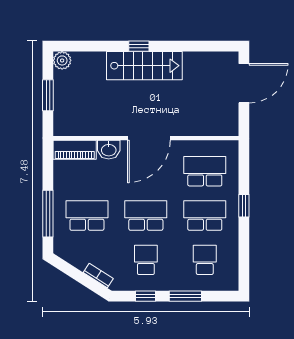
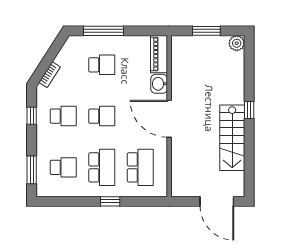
stairs: (144, 66) -> (232, 138), moved
school desk: (87, 216) -> (102, 65), width x0.54
school desk: (146, 216) -> (102, 116), width x0.54
window: (185, 296) -> (32, 170), moved

